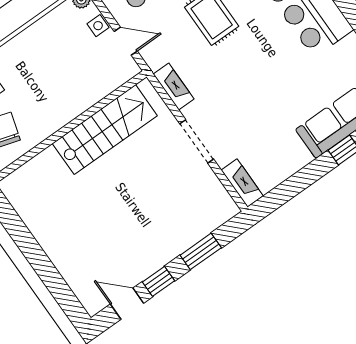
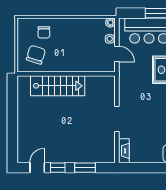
fireplace: (174, 87) -> (124, 88), removed
stairs: (105, 130) -> (58, 86), moved
door: (127, 304) -> (37, 168), hinge flipped

